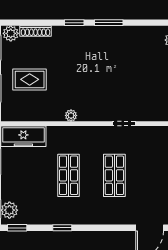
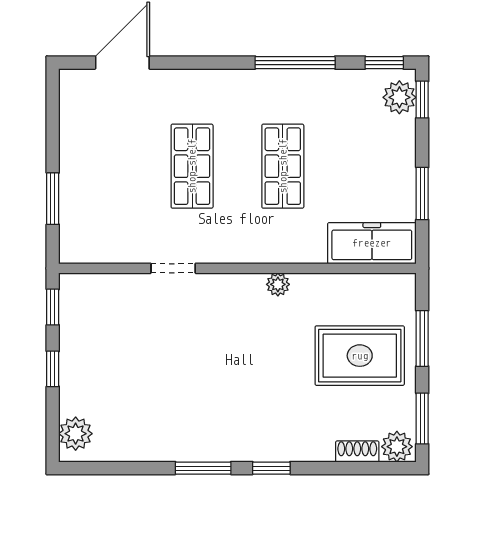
shoe rack: (36, 31) -> (357, 451), width x0.70
rug: (30, 79) -> (360, 356), width x1.36, depth x1.43
window: (62, 228) -> (295, 63), width x2.17

